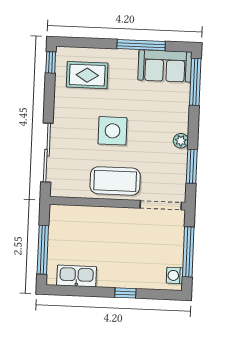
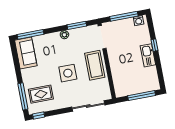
window: (141, 45) -> (23, 96), moved
rug: (87, 75) -> (41, 94), turned 90
kitchen sink: (77, 276) -> (148, 55), moved

